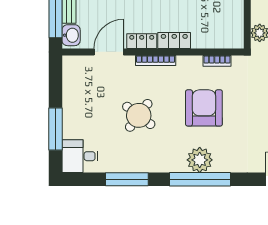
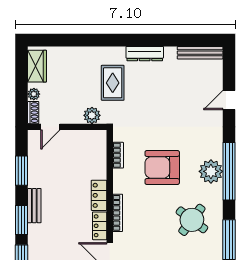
round table: (139, 115) -> (192, 220), moved

